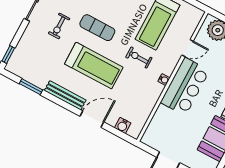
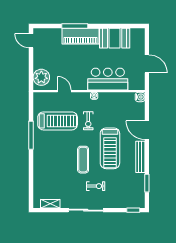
treadmill: (94, 66) -> (110, 148), turned 180
bar counter: (185, 86) -> (108, 79), moved
water cooler: (123, 126) -> (140, 97), moved

